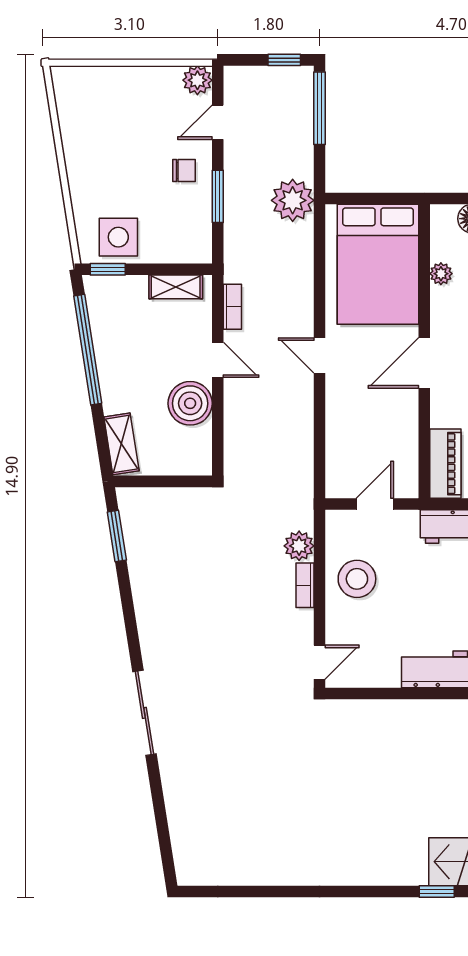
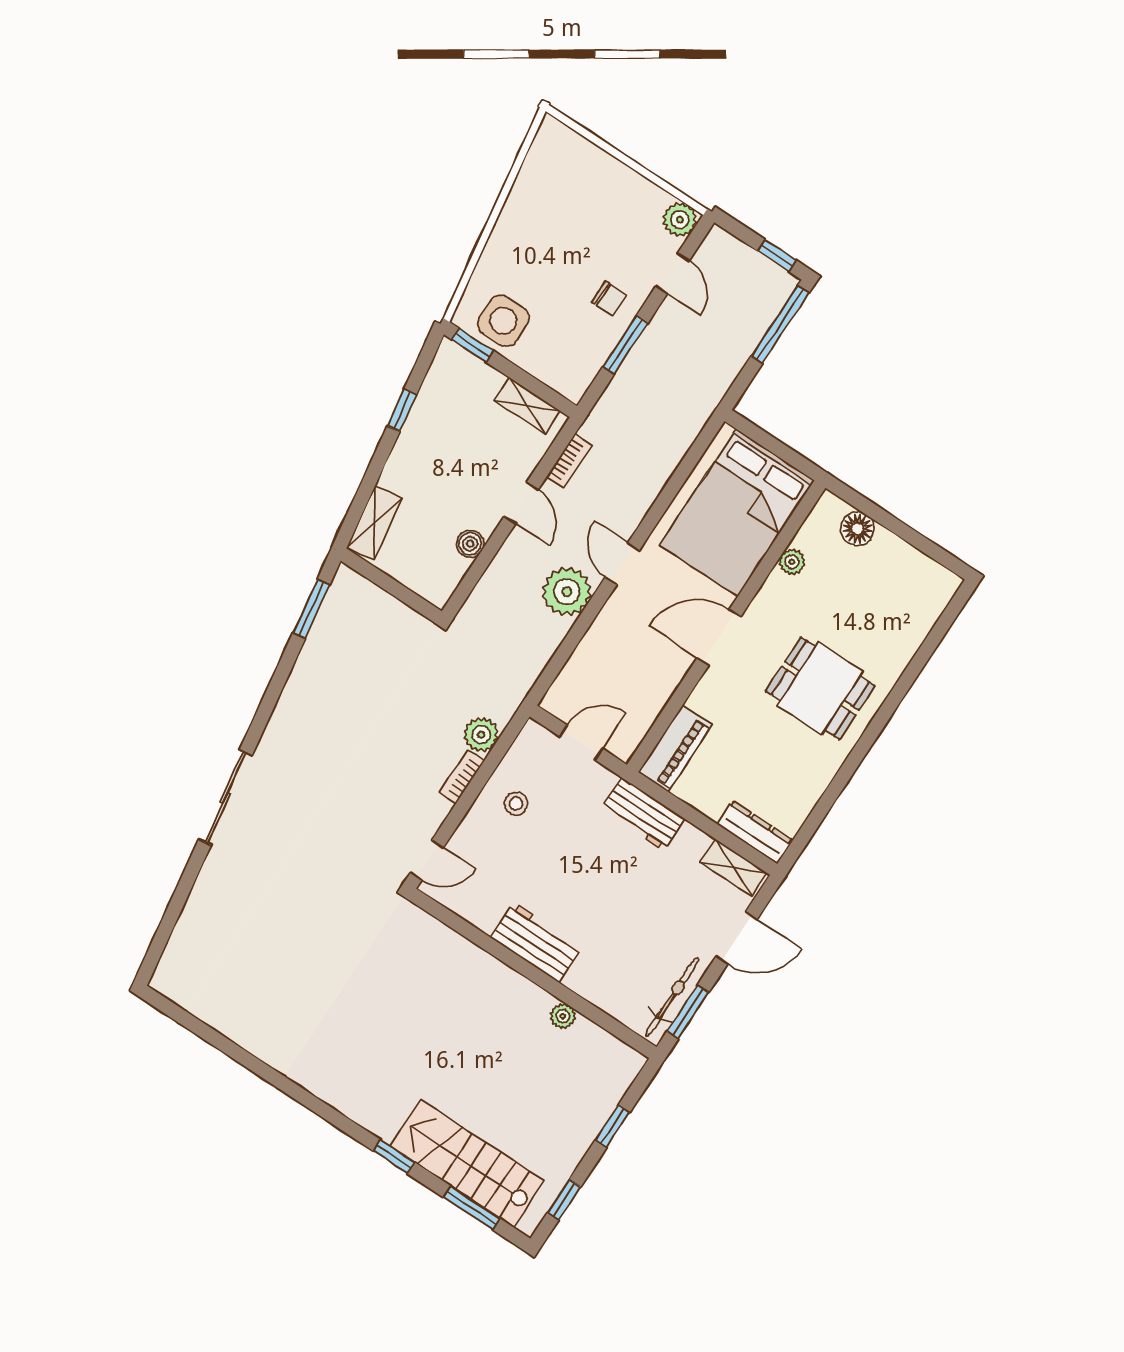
door: (218, 122) -> (673, 273), swing flipped
plant: (293, 200) -> (567, 592), moved
window: (88, 350) -> (402, 410), width x0.32
boiler: (190, 403) -> (470, 544), width x0.54, depth x0.54
stool: (357, 579) -> (516, 804), width x0.53, depth x0.53

